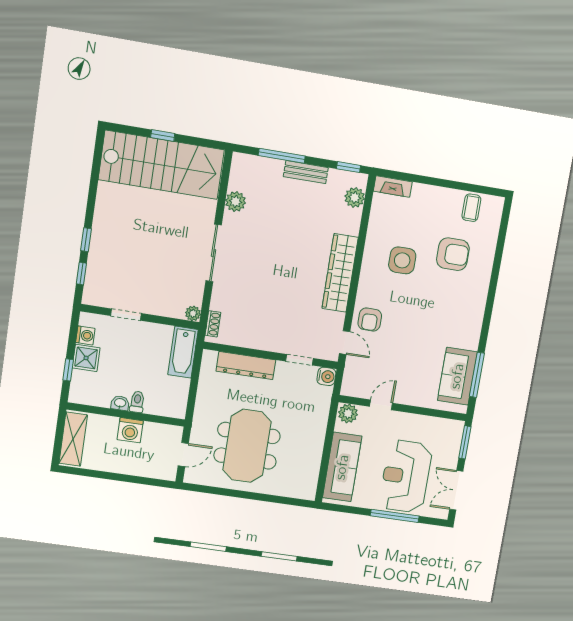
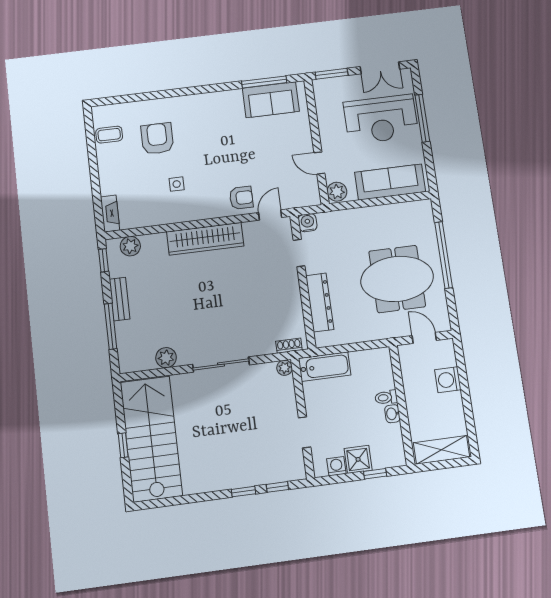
side table: (402, 260) -> (177, 184), width x0.54, depth x0.54
washing machine: (130, 430) -> (448, 380), moved, turned 180
window: (257, 497) -> (444, 255), added

